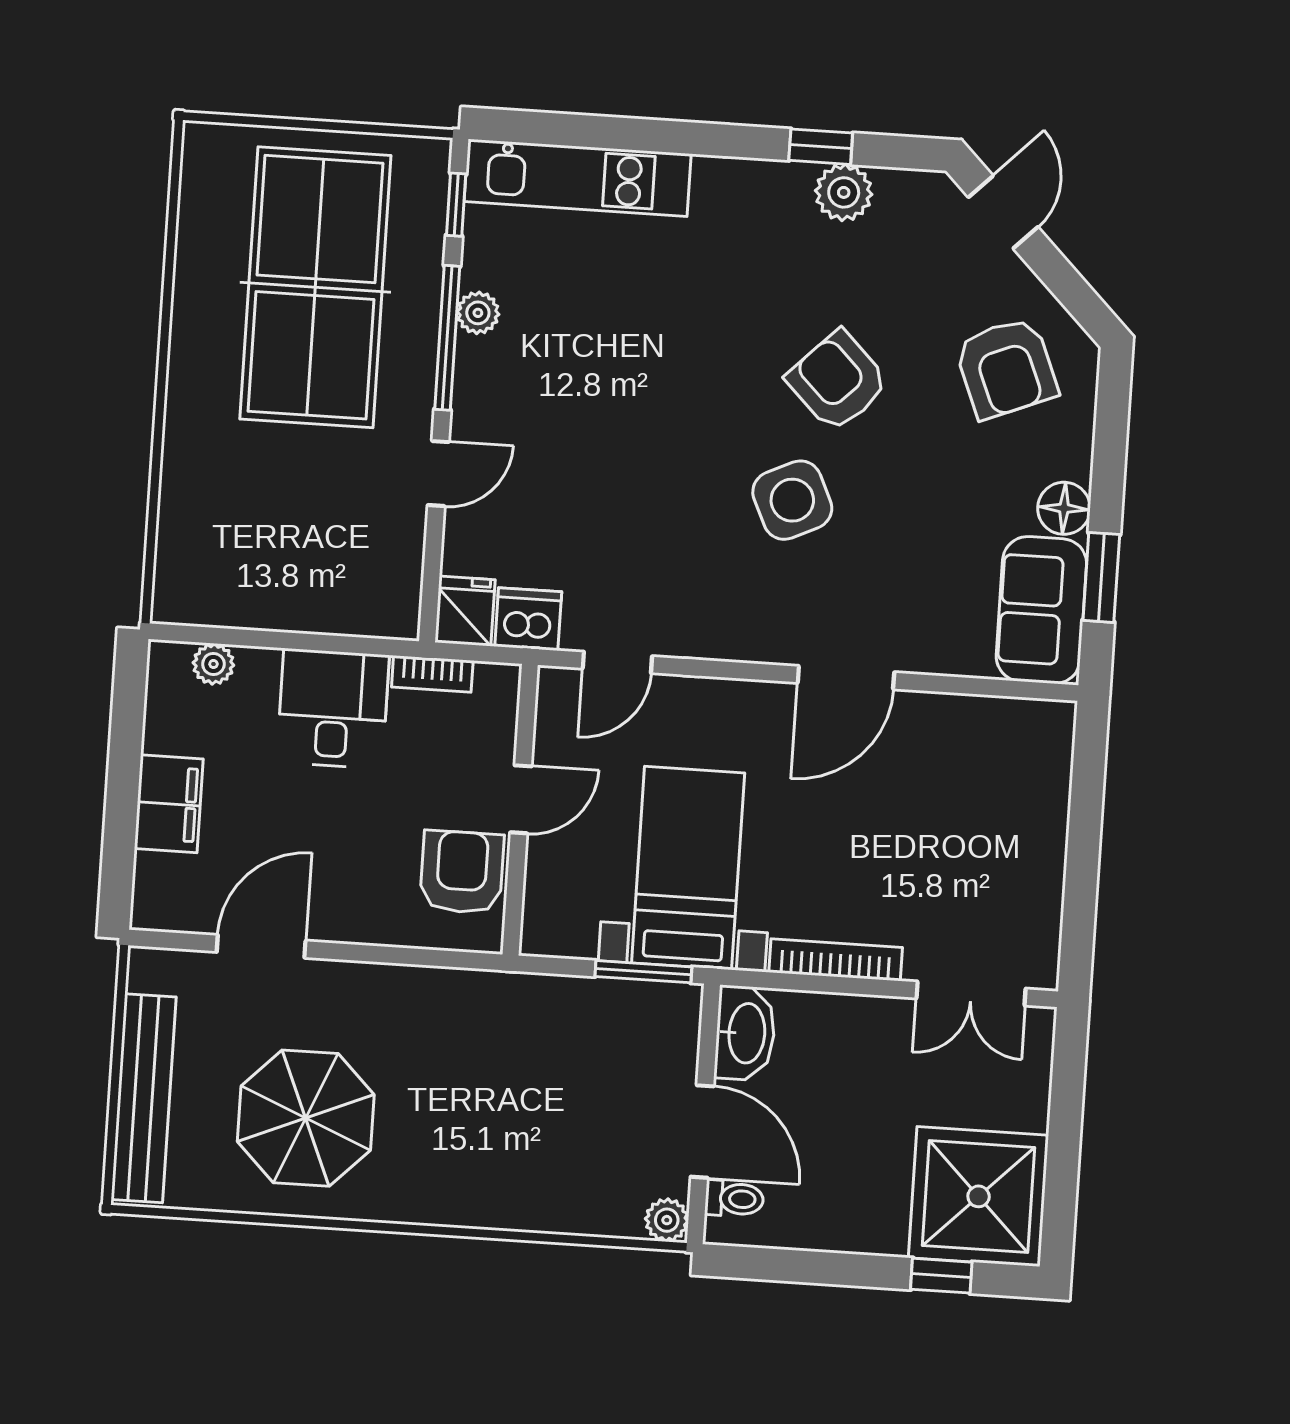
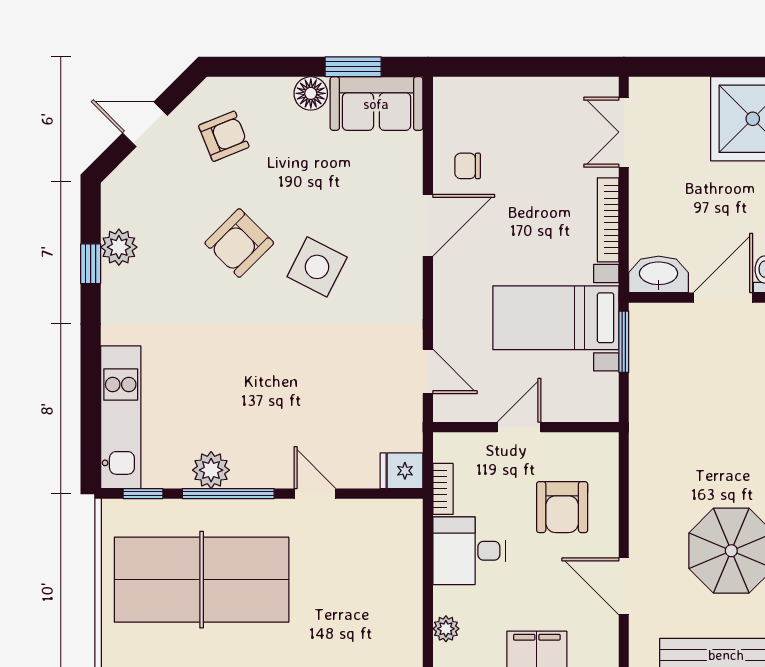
door: (1003, 212) -> (145, 124), moved
plant: (478, 313) -> (211, 470), width x1.38, depth x1.38
armchair: (1006, 368) -> (224, 136), width x0.72, depth x0.72
side table: (792, 500) -> (317, 267), turned -38
dishwasher: (528, 619) -> (404, 430), removed
door: (846, 678) -> (428, 225), hinge flipped
chair: (934, 746) -> (468, 166), added
door: (521, 799) -> (519, 427), hinge flipped
armchair: (462, 872) -> (562, 507), moved, turned -90
double door: (971, 993) -> (624, 132), swing flipped

